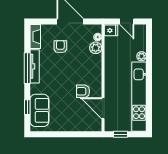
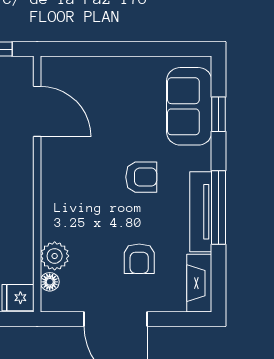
armchair: (83, 91) -> (141, 177), moved

